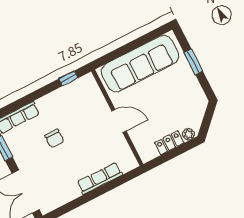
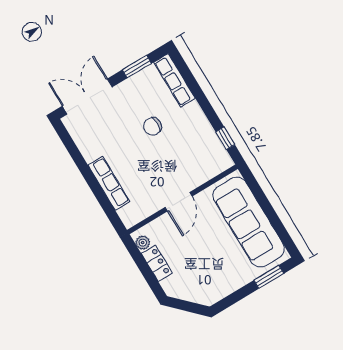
window: (193, 62) -> (269, 277), moved
plant: (188, 134) -> (143, 243), moved

